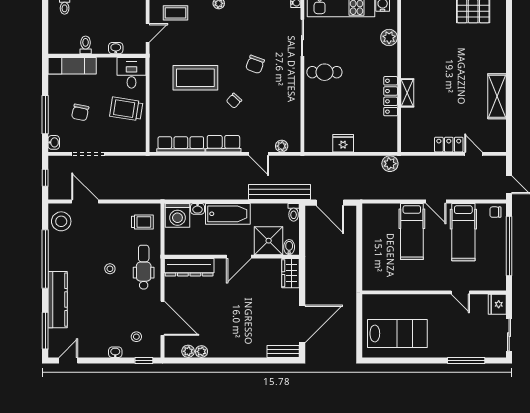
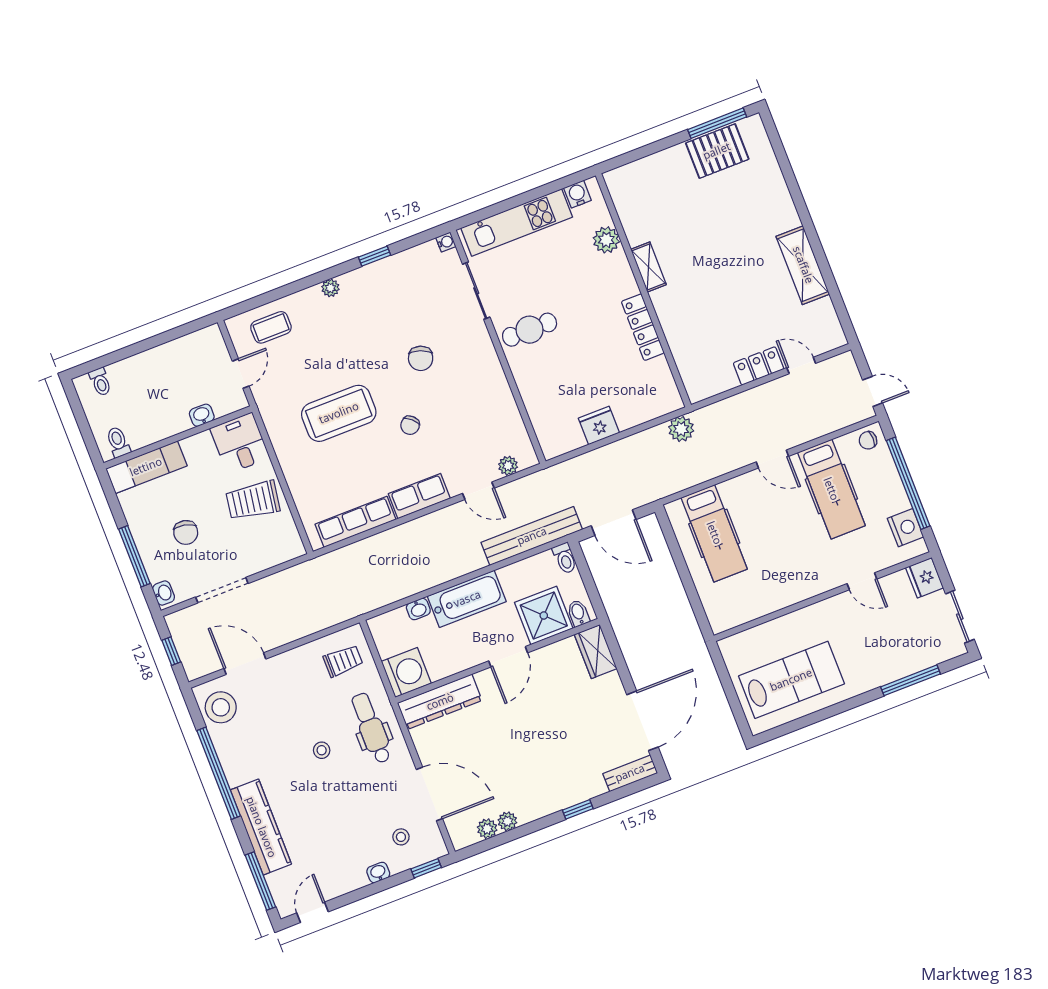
toilet: (86, 45) -> (118, 442), moved
shelving: (407, 93) -> (648, 267), moved
washing machine: (177, 215) -> (406, 672), moved, turned -90
hospital bed: (412, 231) -> (714, 533), moved
nightstand: (498, 271) -> (906, 528), added
window: (245, 360) -> (578, 809), added

